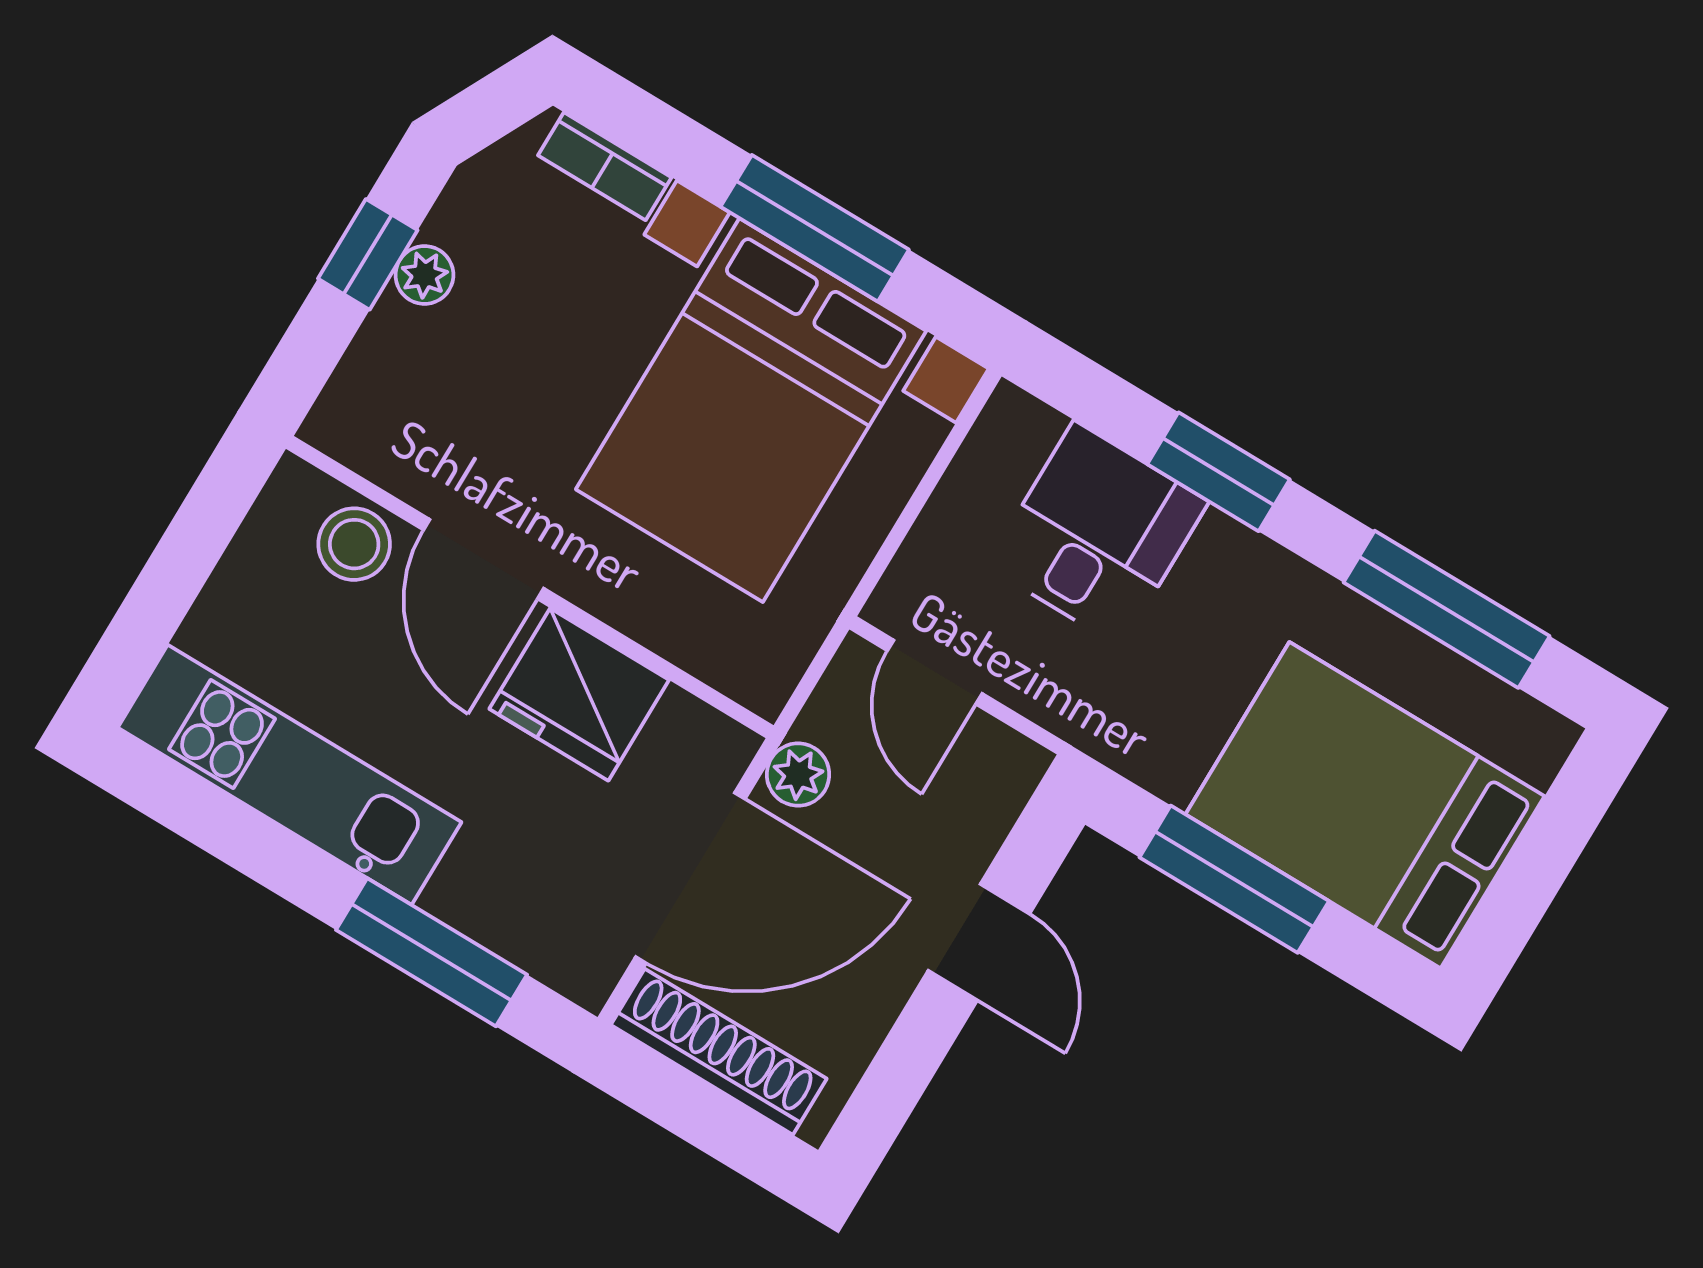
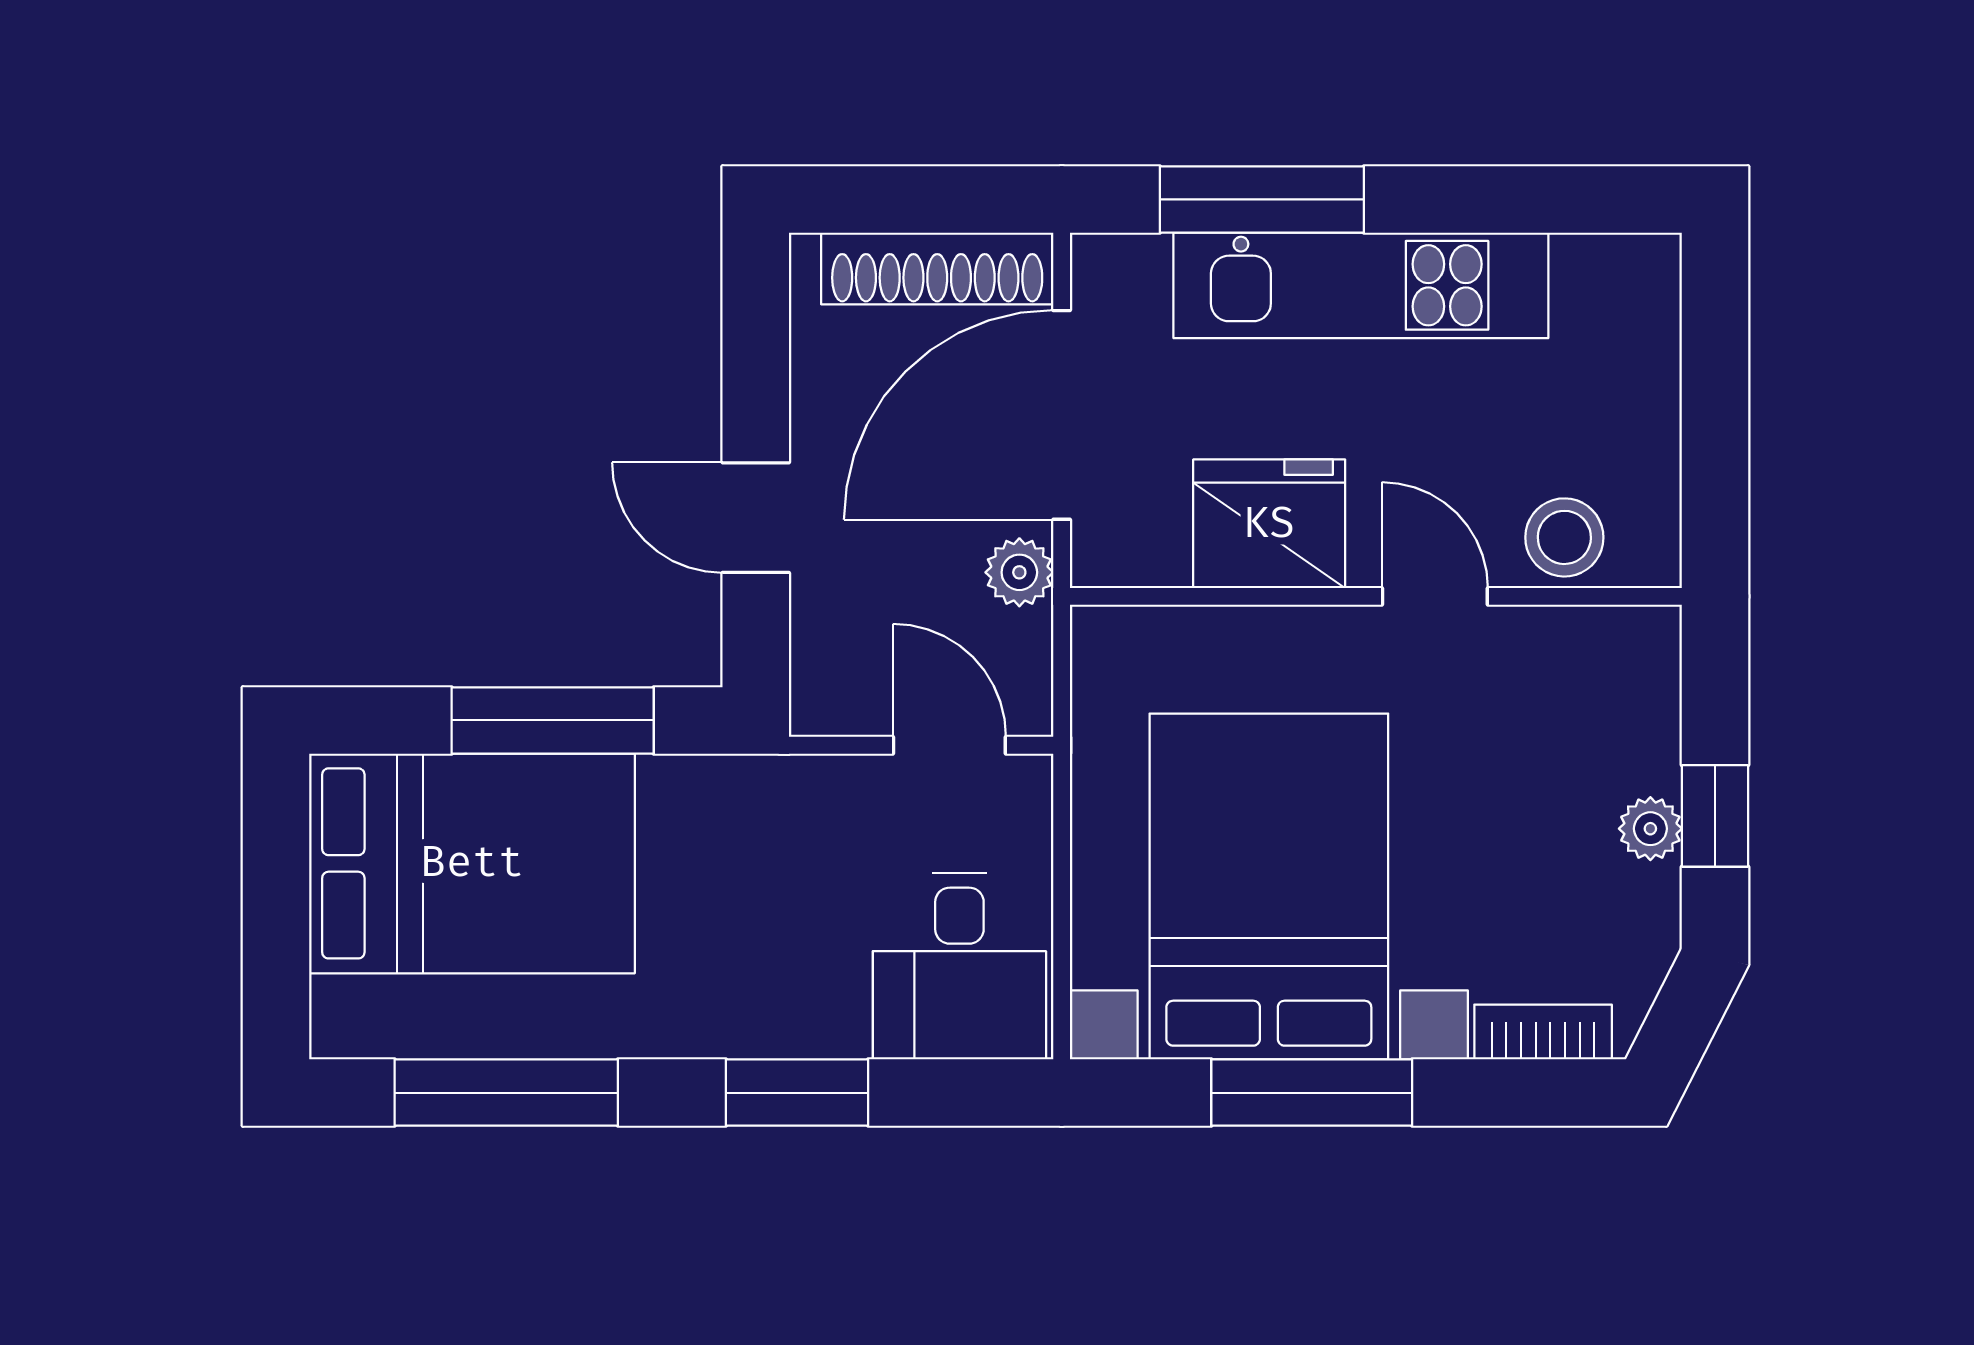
desk: (1097, 534) -> (959, 966), moved
door: (484, 559) -> (1435, 596), width x0.73
kitchen unit: (290, 775) -> (1361, 285), moved

